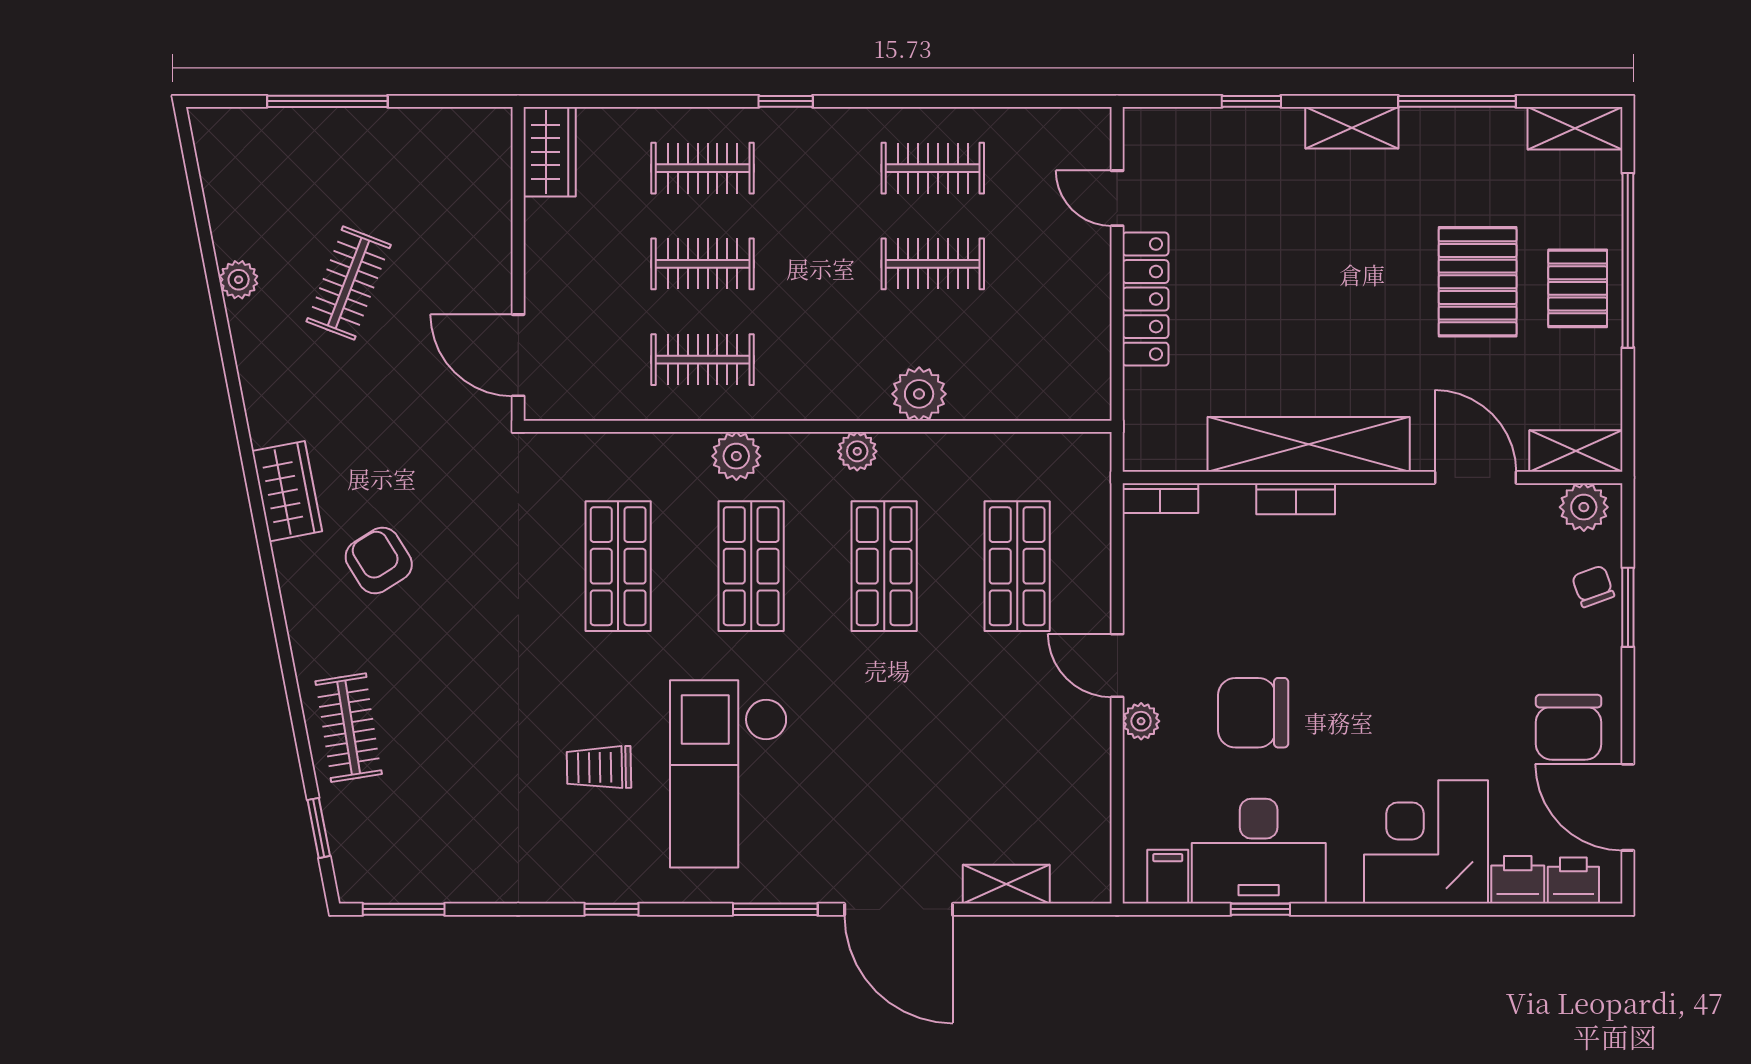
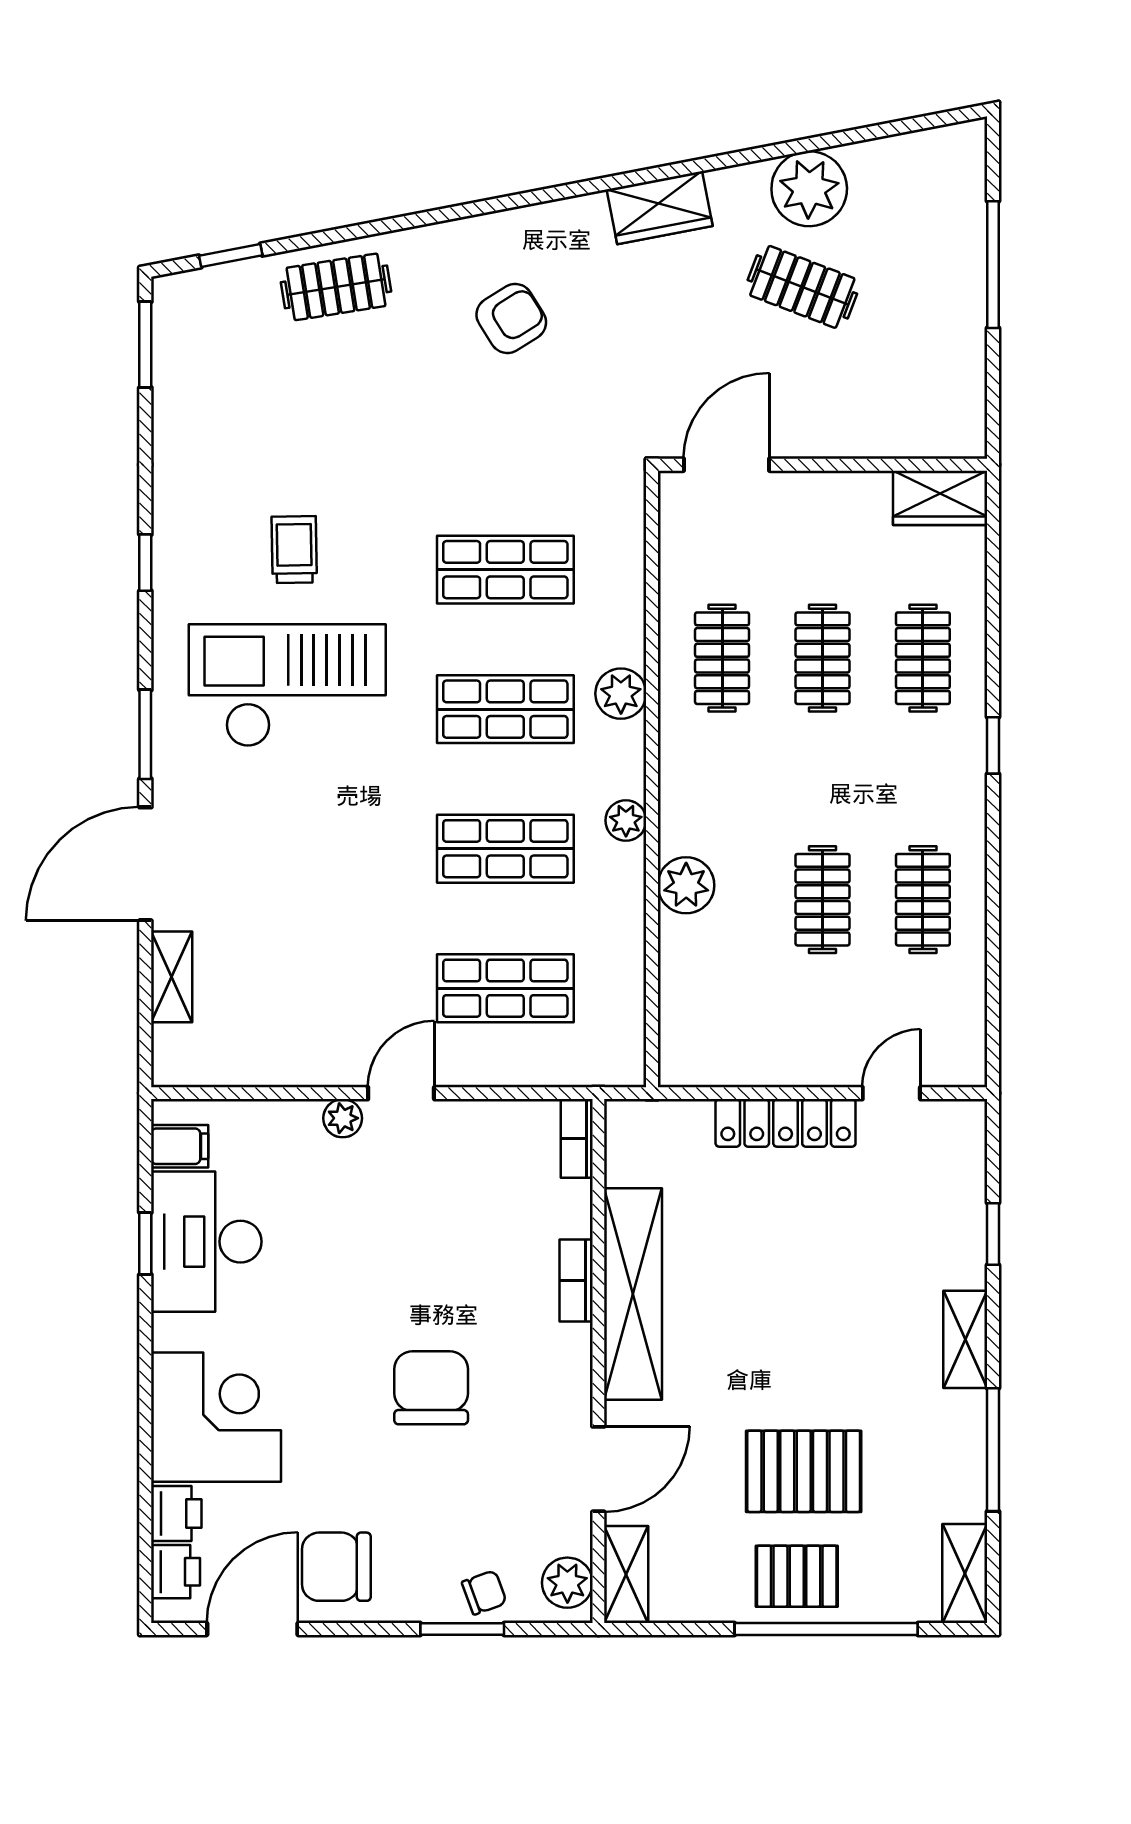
plant: (239, 280) -> (809, 189), width x1.87, depth x1.87
wardrobe: (287, 491) -> (660, 208), moved
chair: (1253, 713) -> (431, 1388), moved

